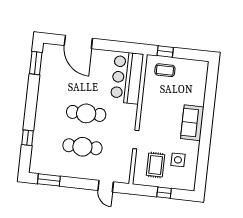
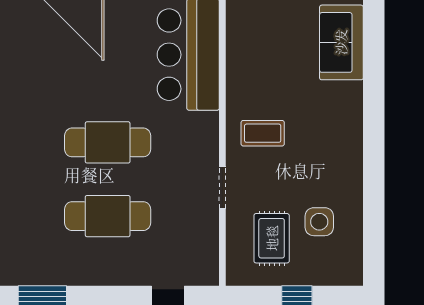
coffee table: (165, 70) -> (263, 133), moved
sofa: (192, 123) -> (341, 42), moved

